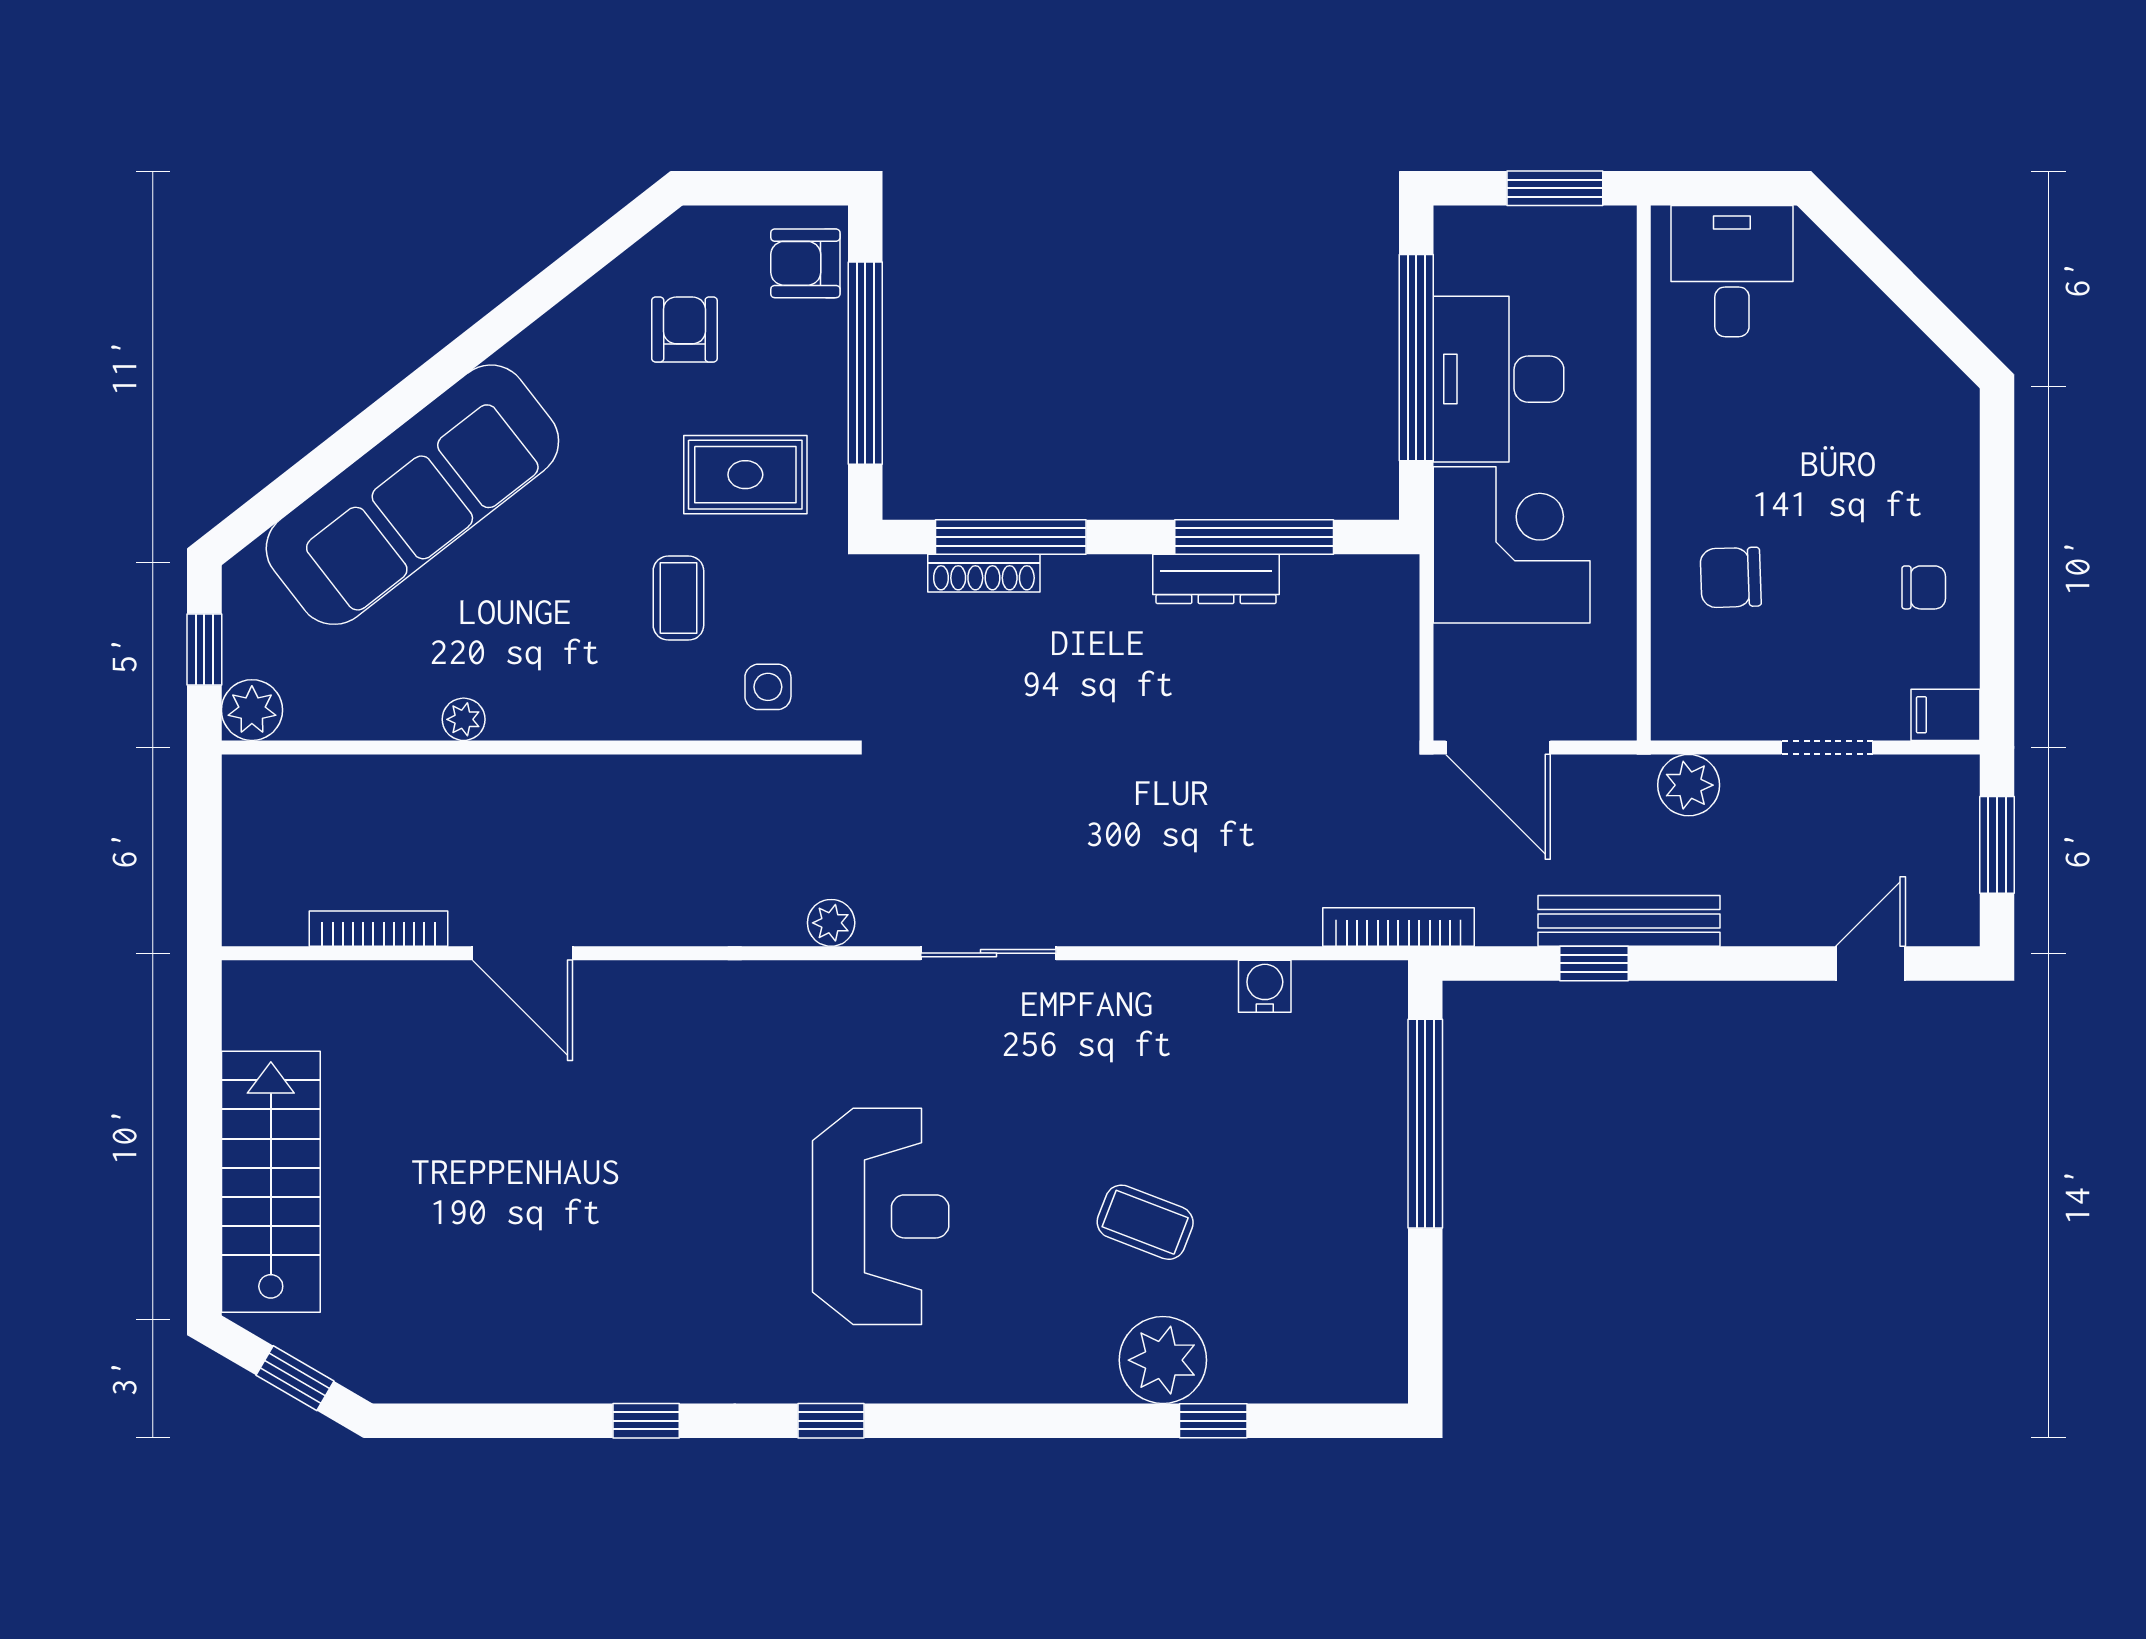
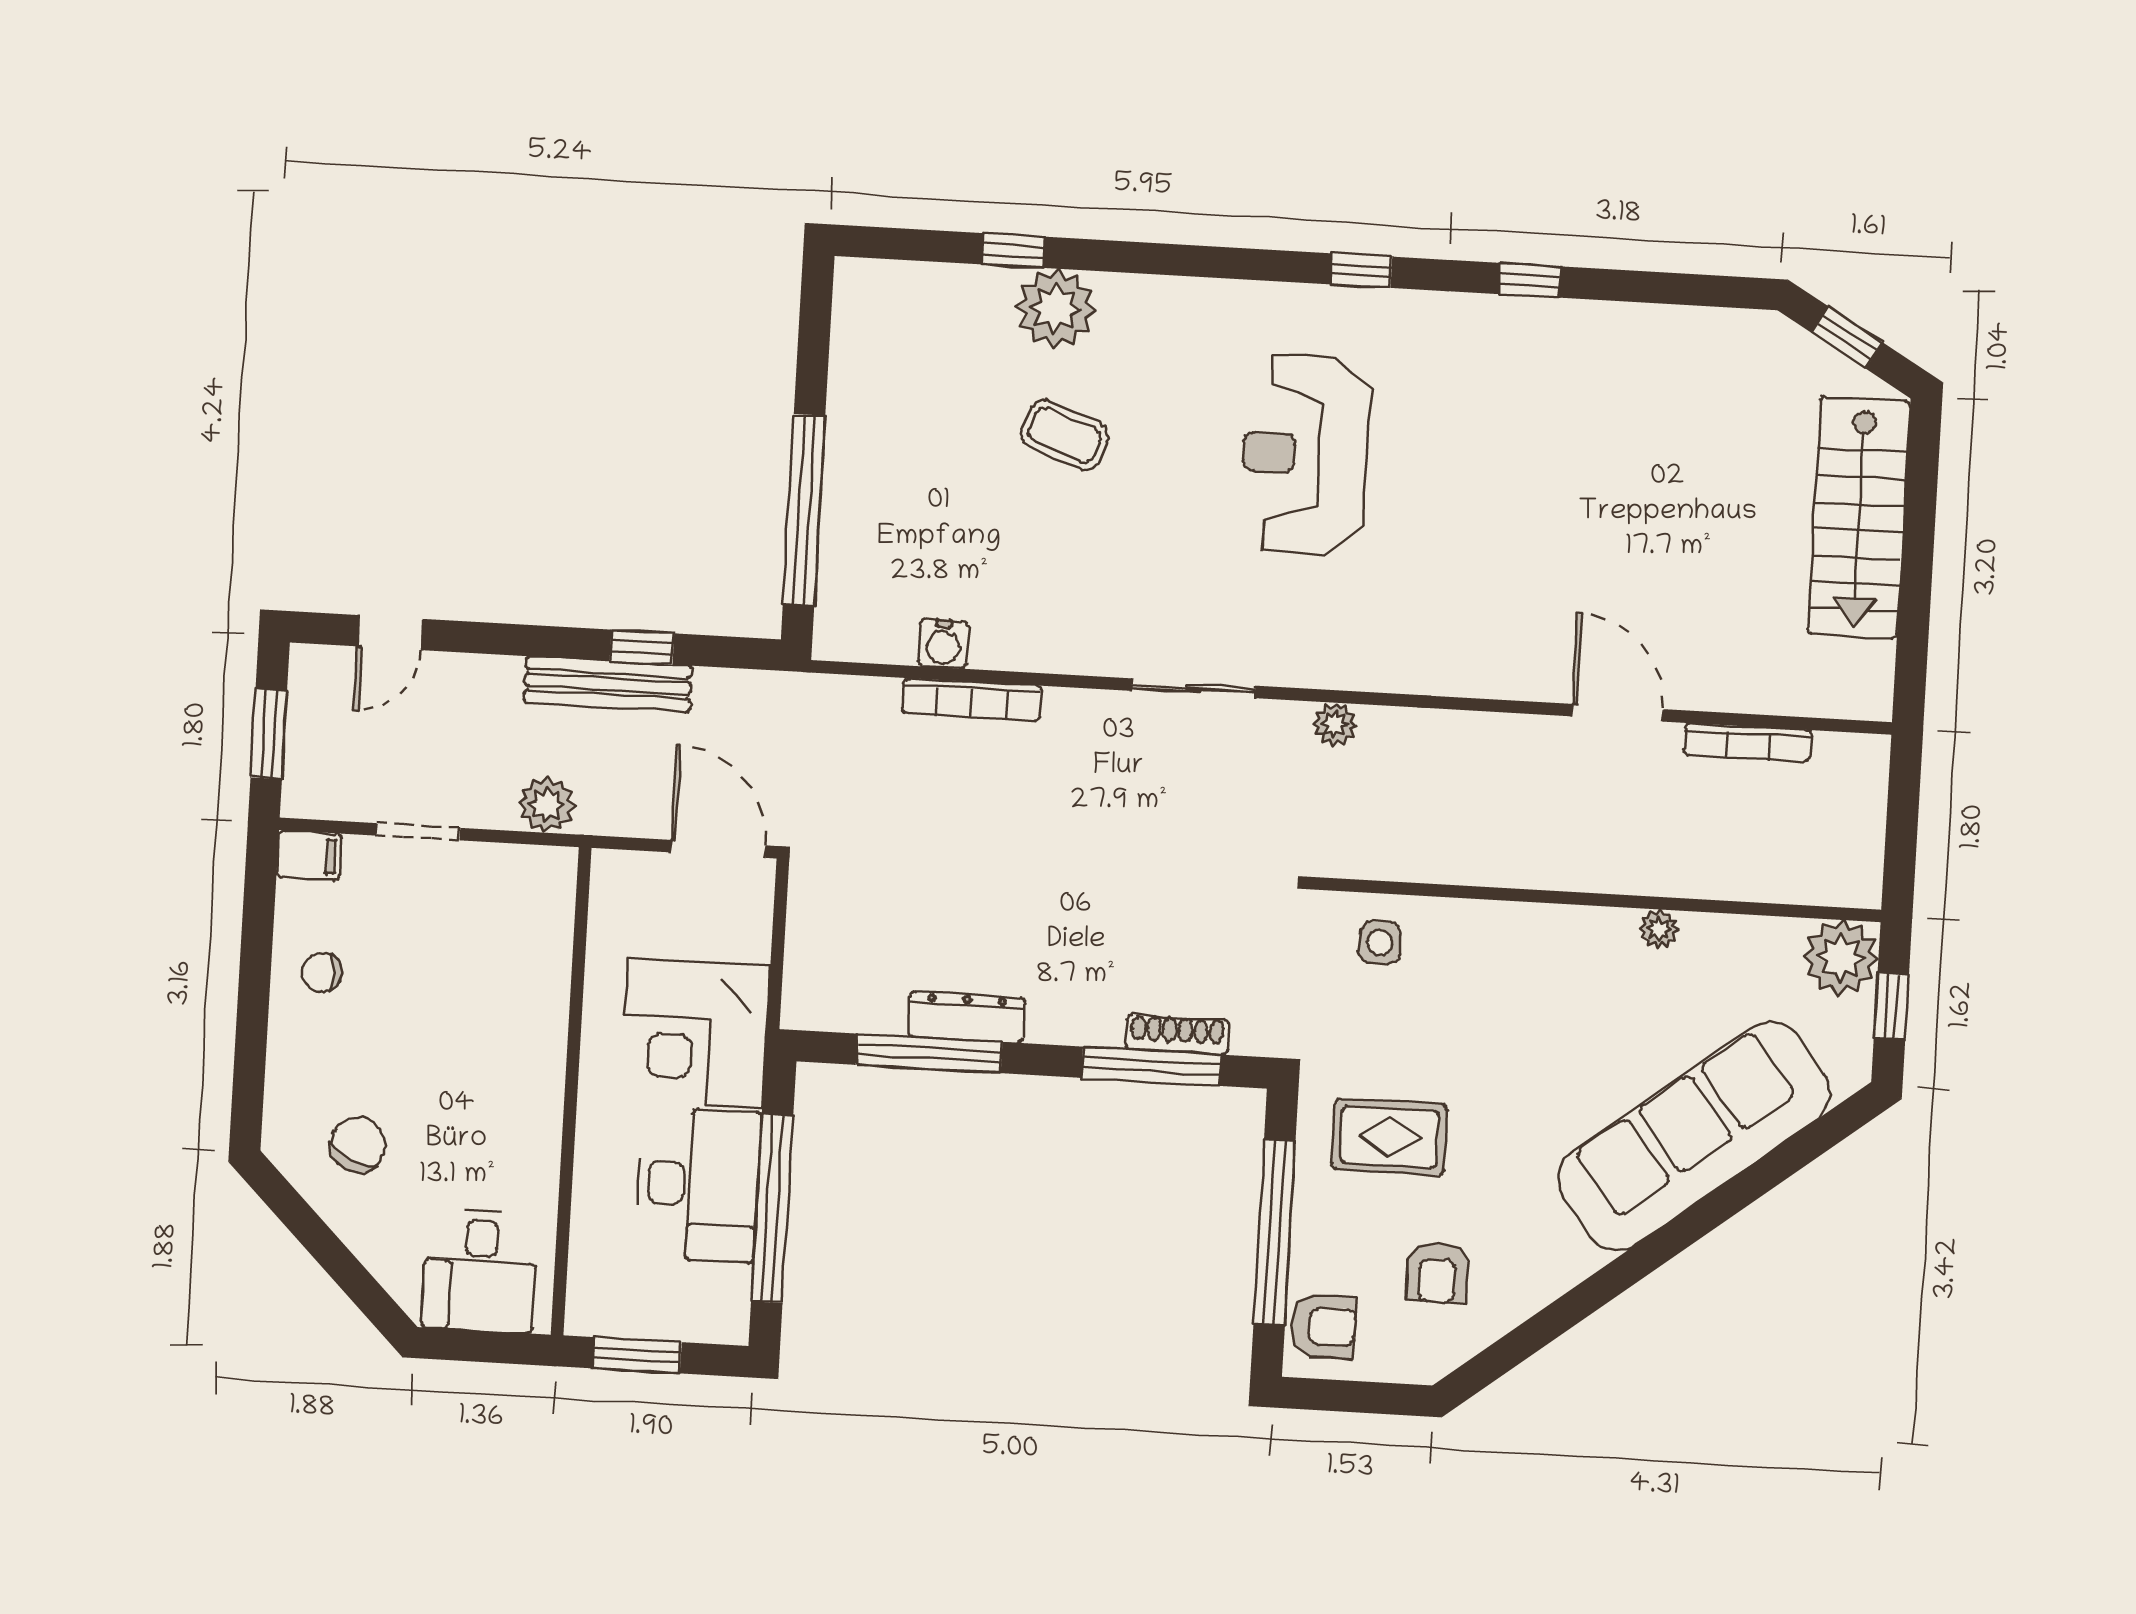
chair: (1731, 578) -> (358, 1145), moved, turned -64
coffee table: (678, 598) -> (1457, 1028), removed
plant: (252, 710) -> (1841, 958), width x1.36, depth x1.36
bookcase: (1398, 927) -> (972, 699), moved

